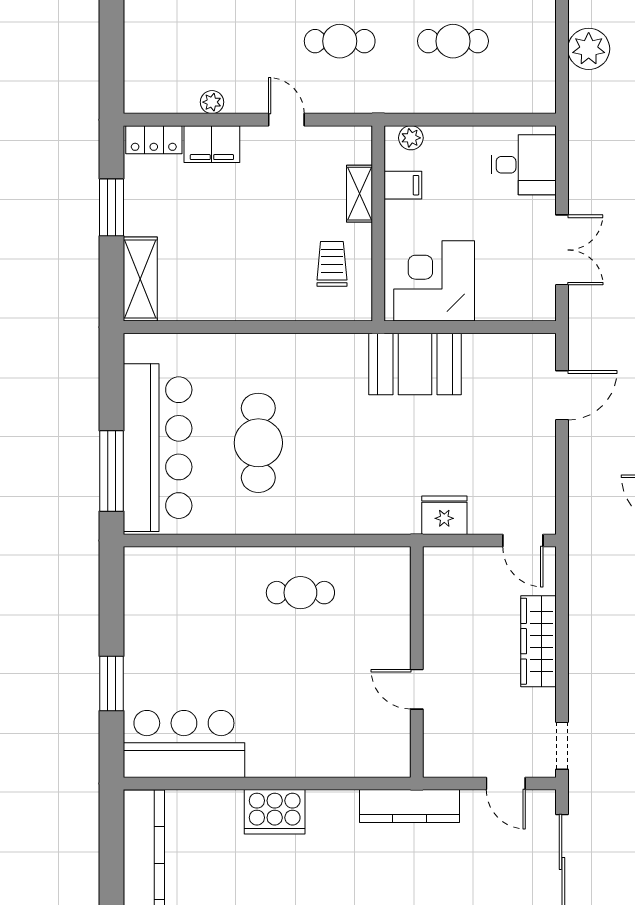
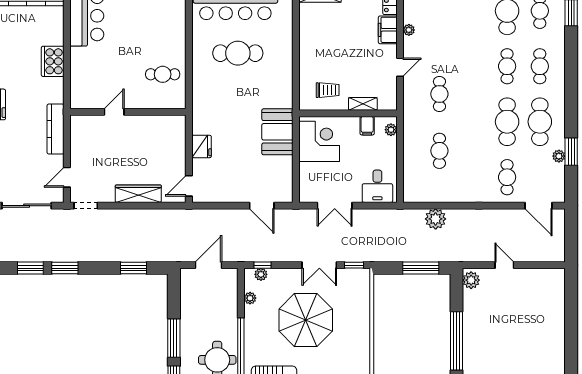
cafe table: (300, 593) -> (163, 74), turned 90
wall: (417, 662) -> (128, 112), moved
door: (417, 689) -> (114, 112), moved

